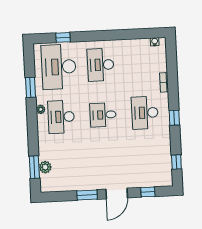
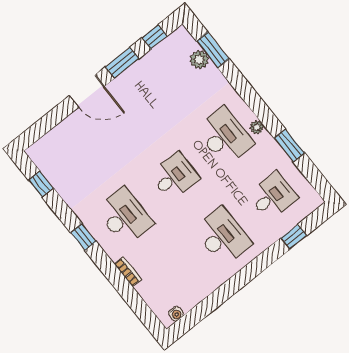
desk: (59, 67) -> (273, 196), width x0.53, depth x0.77
window: (148, 192) -> (155, 37), moved
door: (117, 193) -> (87, 91), swing flipped

